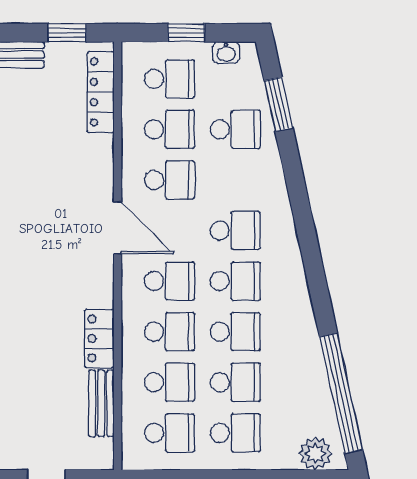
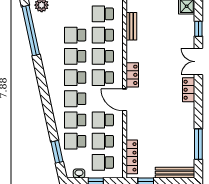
locker: (99, 338) -> (132, 75), moved
school desk: (235, 433) -> (75, 120), moved

